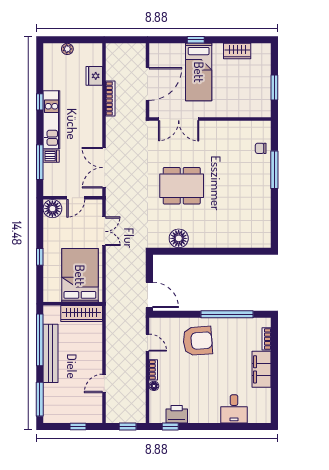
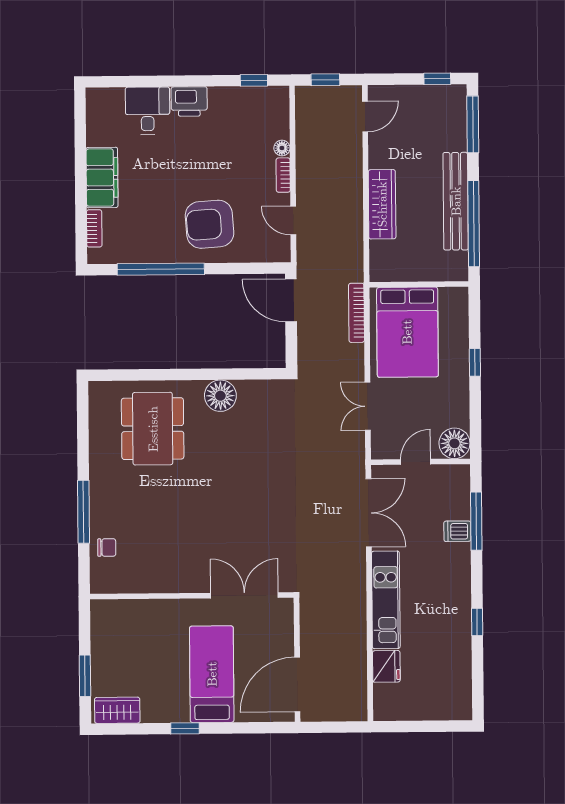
window: (196, 40) -> (185, 728), moved
plant: (67, 49) -> (432, 711), removed
wardrobe: (237, 51) -> (117, 710), moved
door: (148, 84) -> (297, 685), moved
window: (274, 87) -> (85, 676), moved
bookcase: (110, 99) -> (356, 313), moved
kitchen unit: (51, 120) -> (386, 600), moved, turned 180
dining table: (182, 186) -> (153, 429), moved, turned 90
floor lamp: (179, 238) -> (220, 396), moved
wardrobe: (82, 313) -> (382, 204), moved, turned 90
door: (104, 383) -> (365, 116), moved
printer: (177, 414) -> (189, 101), moved
window: (78, 427) -> (437, 79), moved

